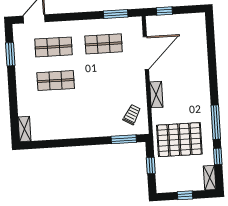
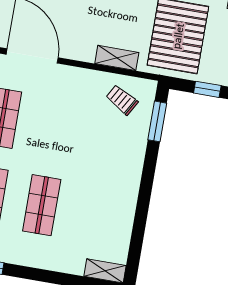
shelving: (156, 95) -> (117, 58), moved

